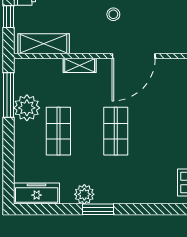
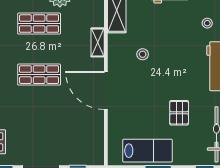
stool: (113, 14) -> (143, 54), moved

